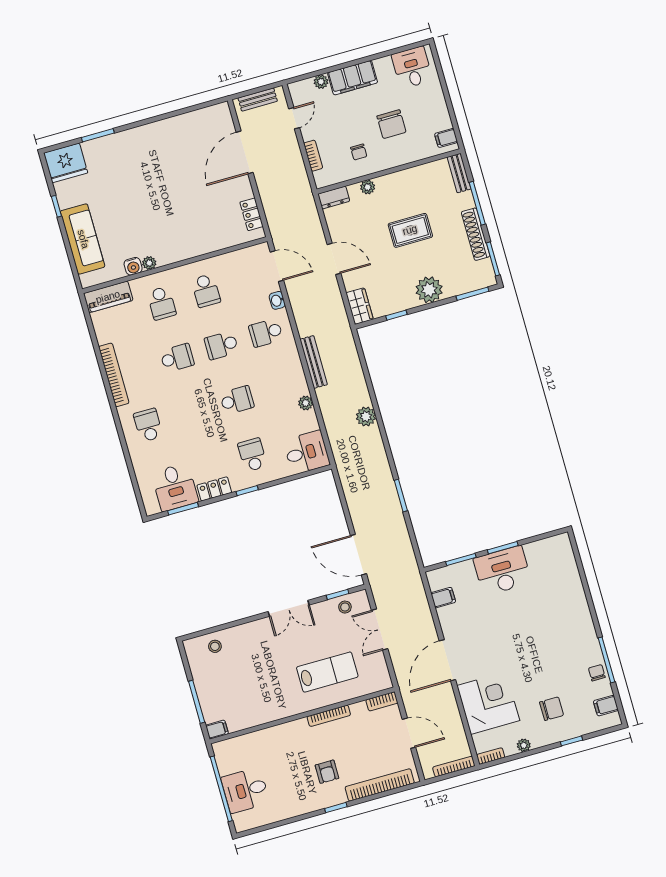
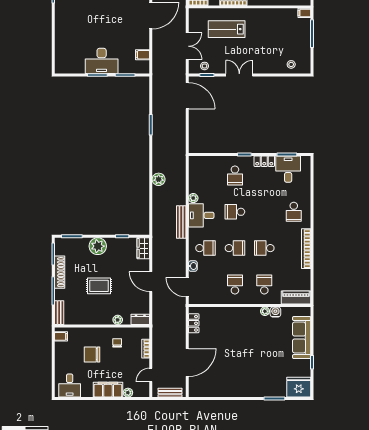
chair: (391, 124) -> (92, 354), turned -90
desk: (307, 452) -> (201, 215), moved

